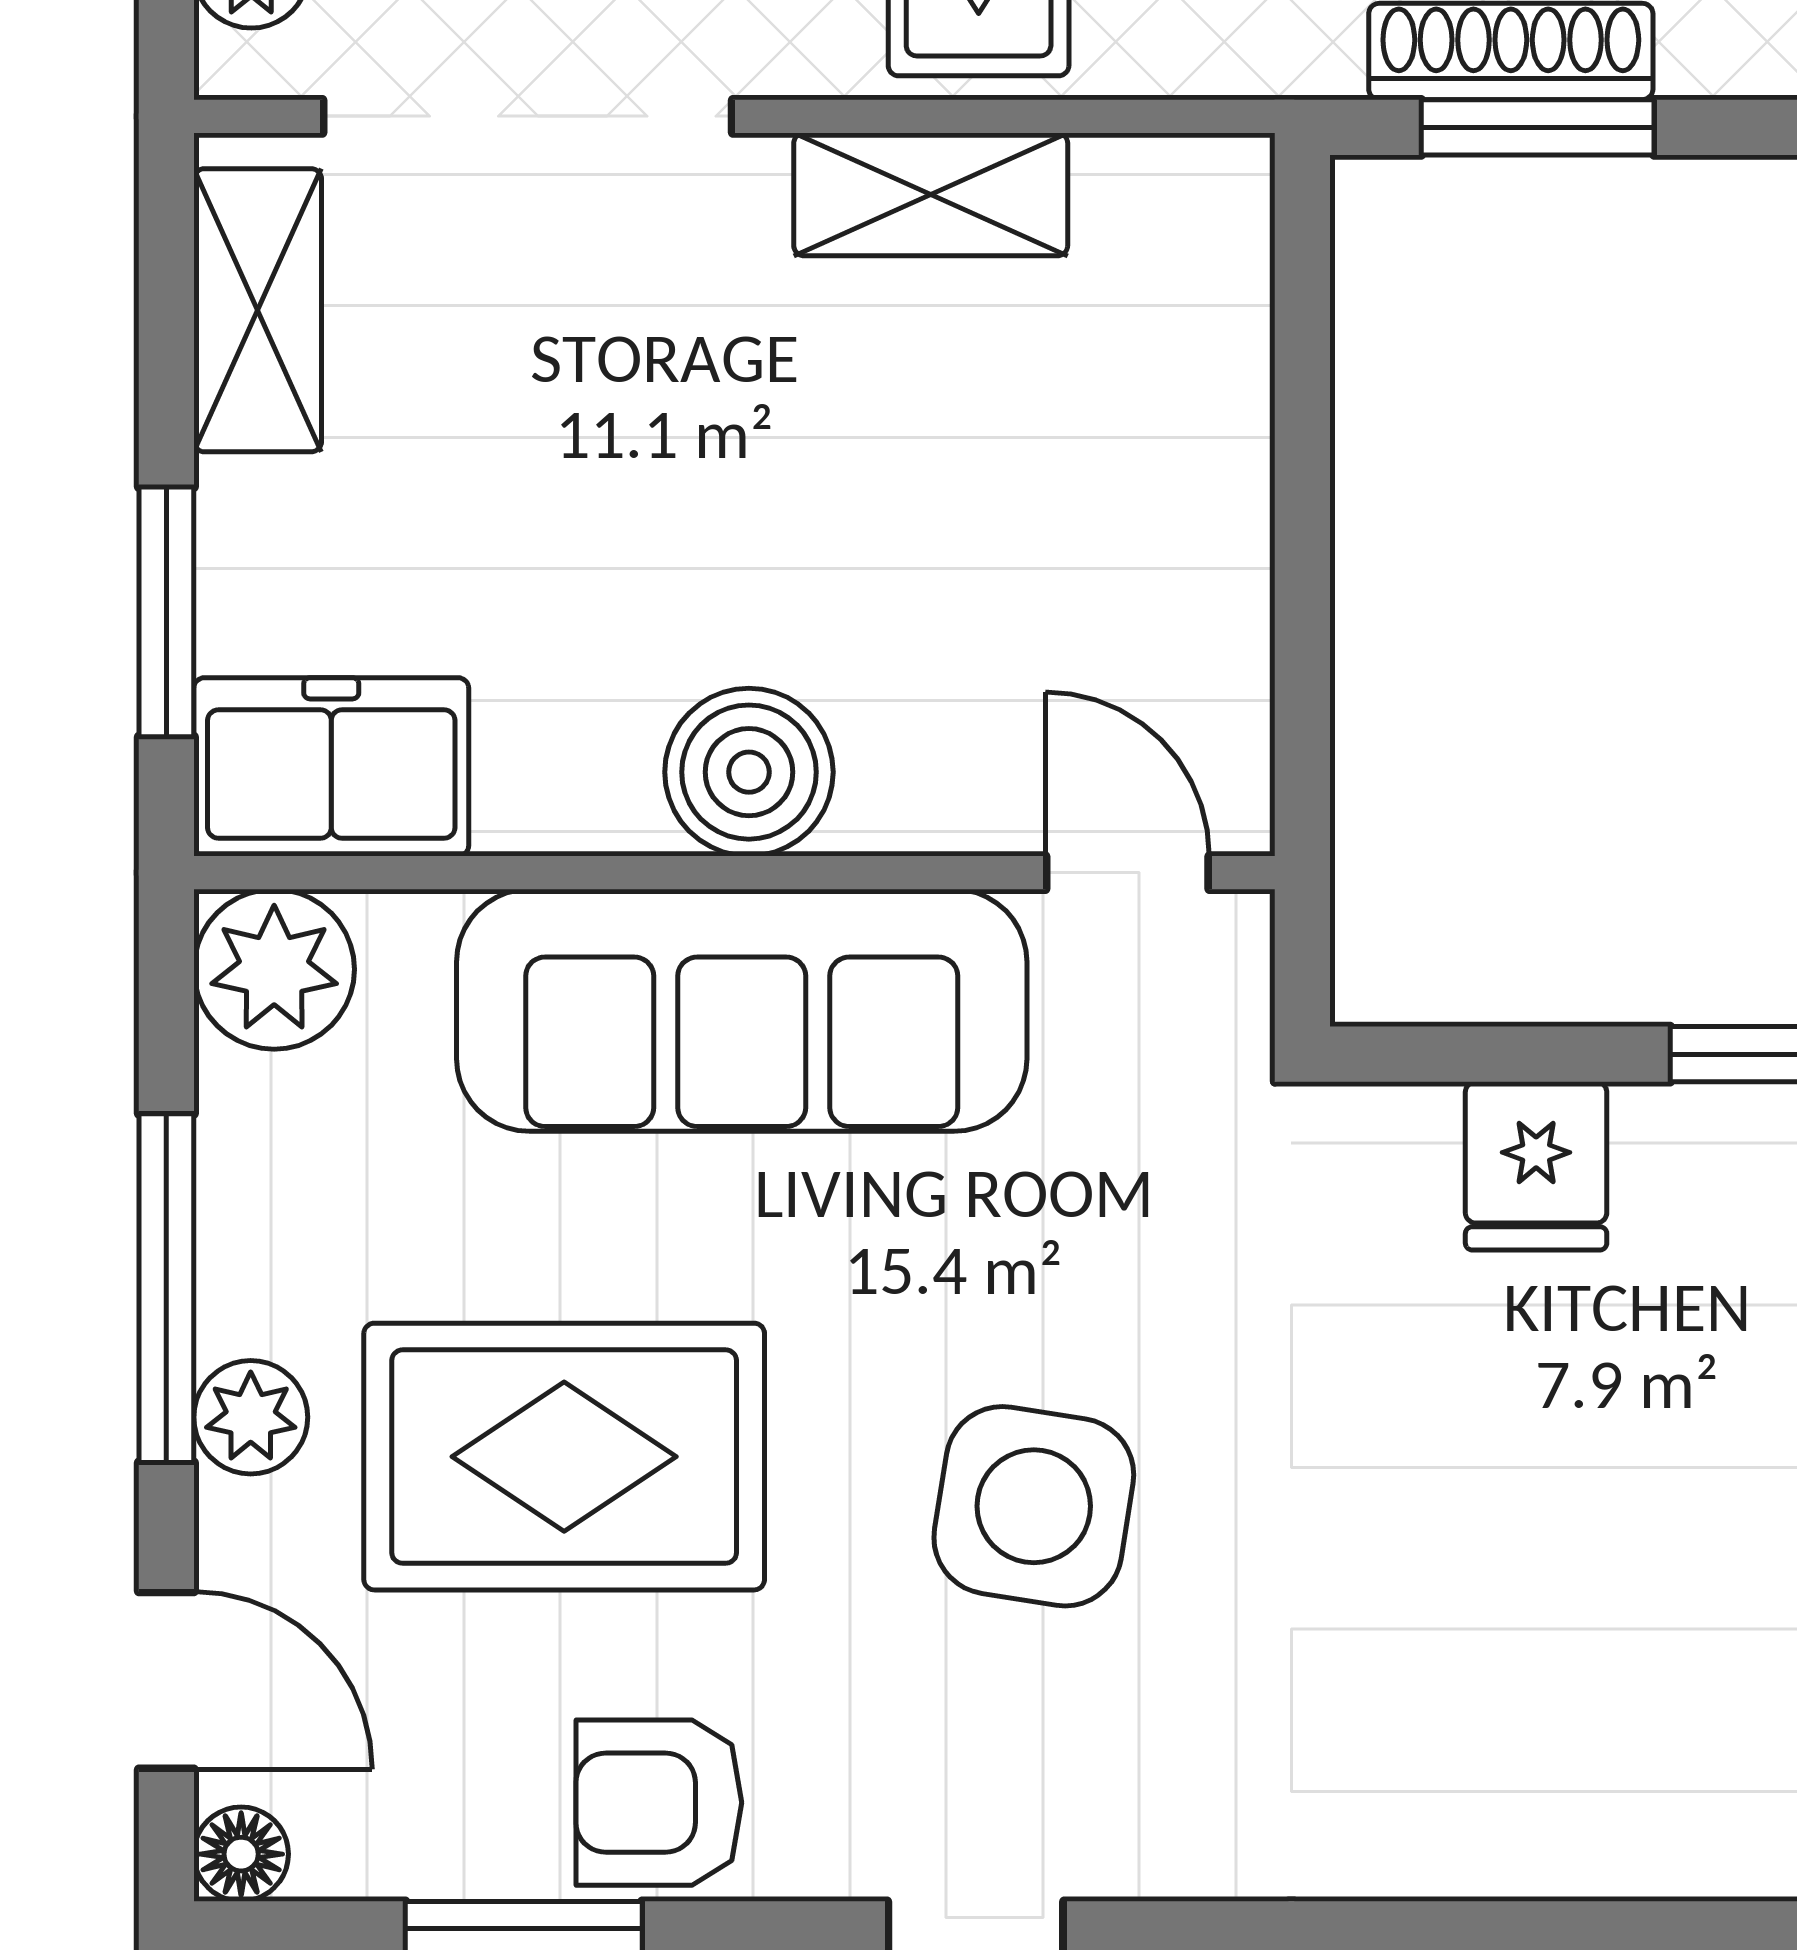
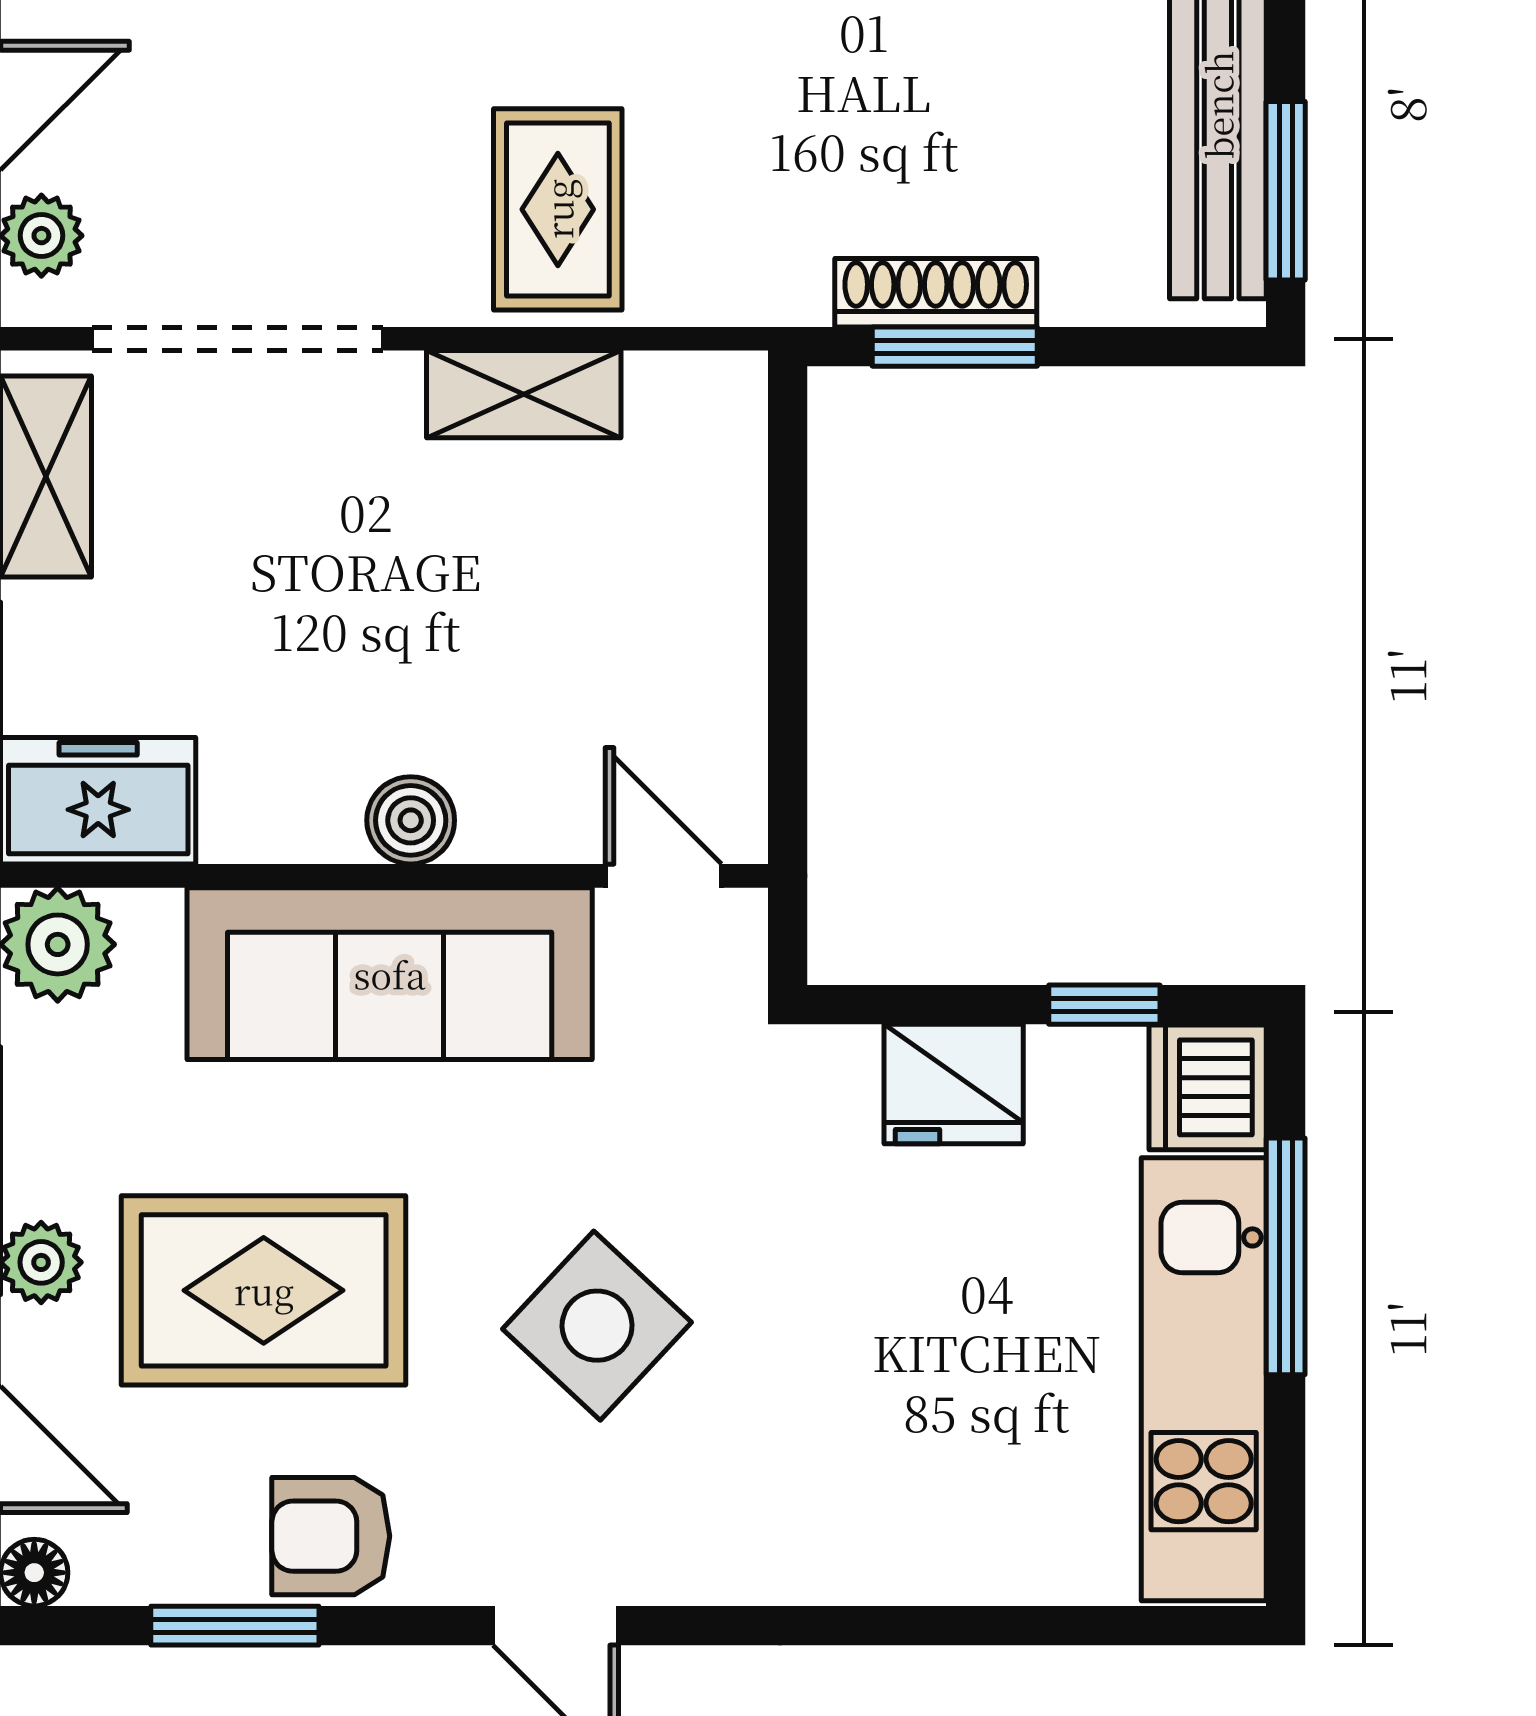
boiler: (749, 772) -> (411, 820), width x0.73, depth x0.73
fridge: (1536, 1166) -> (954, 1084), width x1.38
side table: (1034, 1506) -> (597, 1326), turned 34

